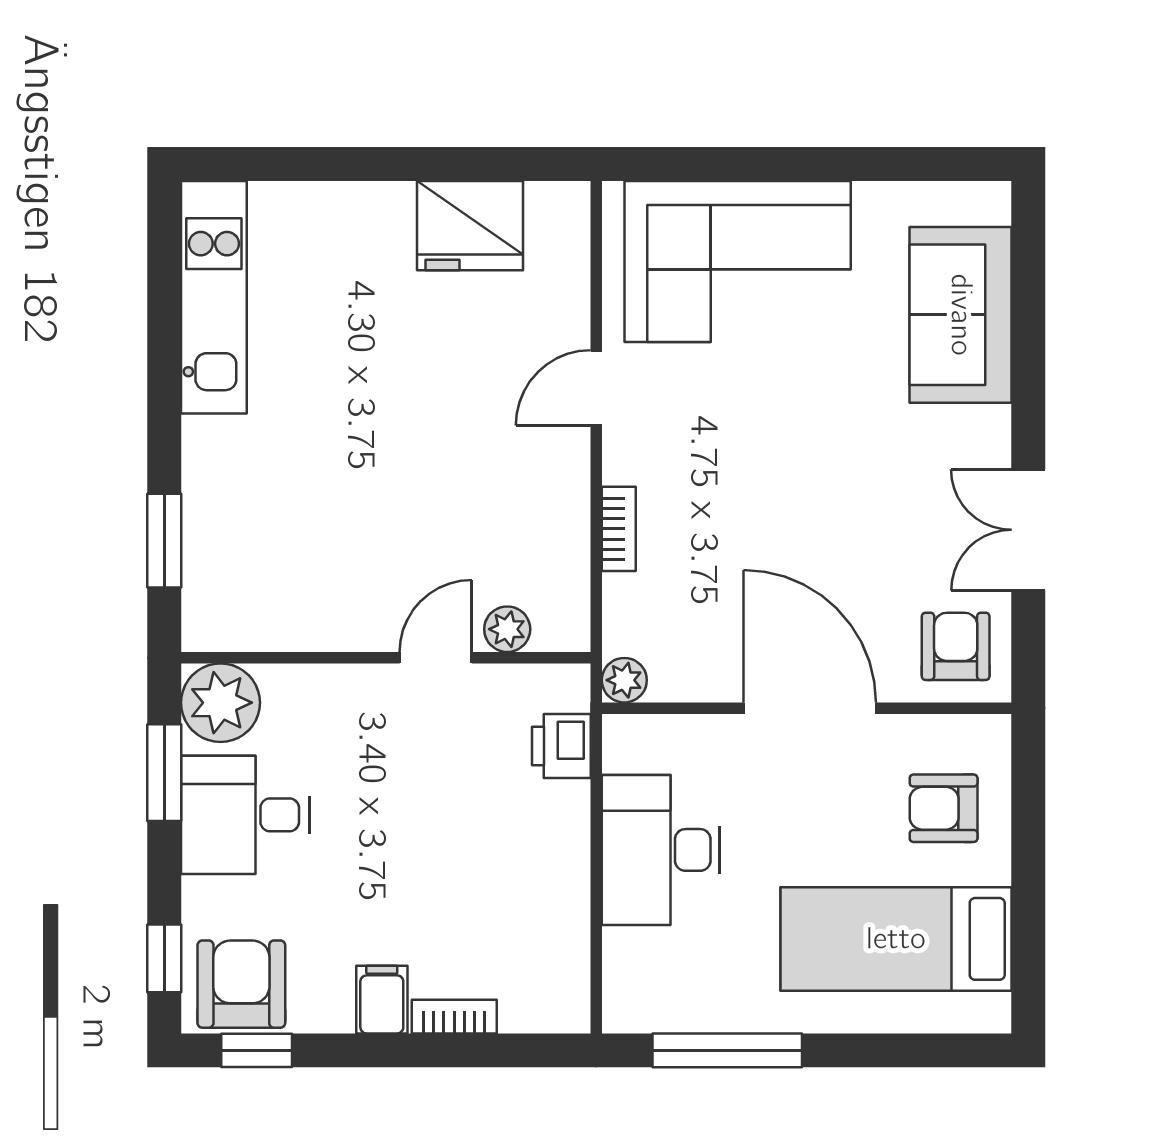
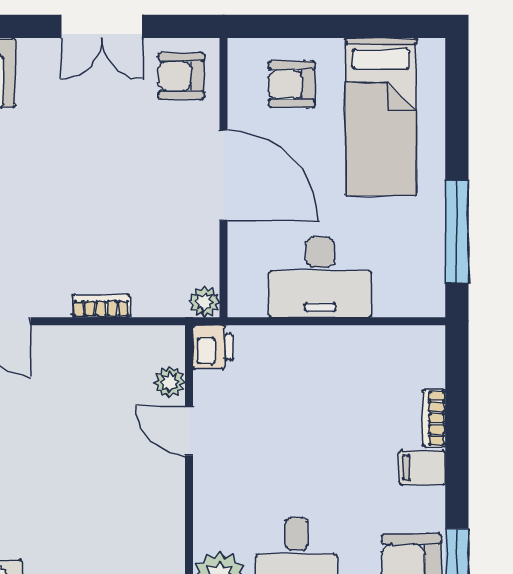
door: (810, 708) -> (223, 176), swing flipped
printer: (561, 746) -> (213, 347), moved, turned -90
armchair: (944, 808) -> (292, 84), turned 90

